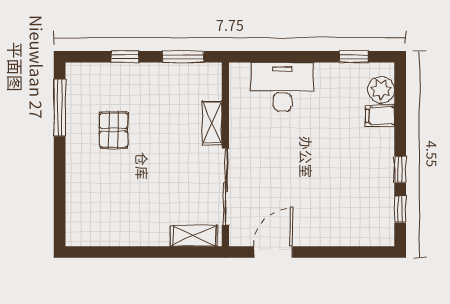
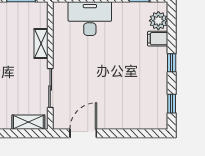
window: (400, 169) -> (172, 63), moved
sliding door: (225, 187) -> (50, 88), width x0.73

